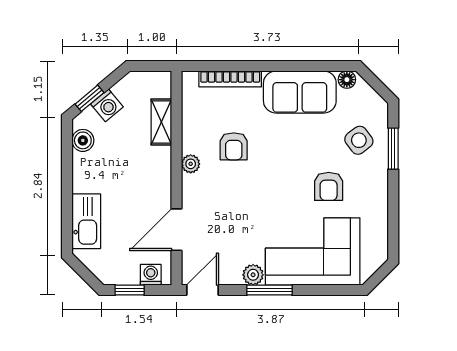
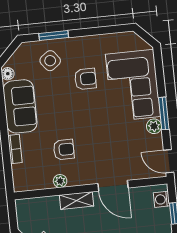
bookcase: (230, 79) -> (15, 149), width x0.64
shelving: (161, 122) -> (77, 200), moved
plant: (191, 164) -> (60, 181), moved
door: (177, 230) -> (113, 186), moved

